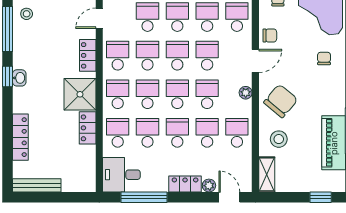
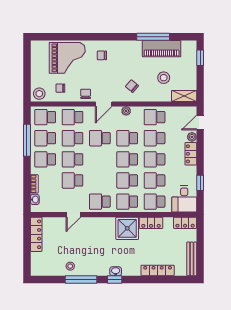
door: (99, 18) -> (73, 215), hinge flipped
locker: (88, 55) -> (185, 223), moved
school desk: (147, 56) -> (100, 180), removed
school desk: (177, 56) -> (100, 159), removed
door: (255, 61) -> (104, 104), swing flipped
chair: (281, 101) -> (132, 86), width x0.54, depth x0.54
stool: (279, 139) -> (164, 78), moved
window: (144, 197) -> (200, 183), width x0.46

